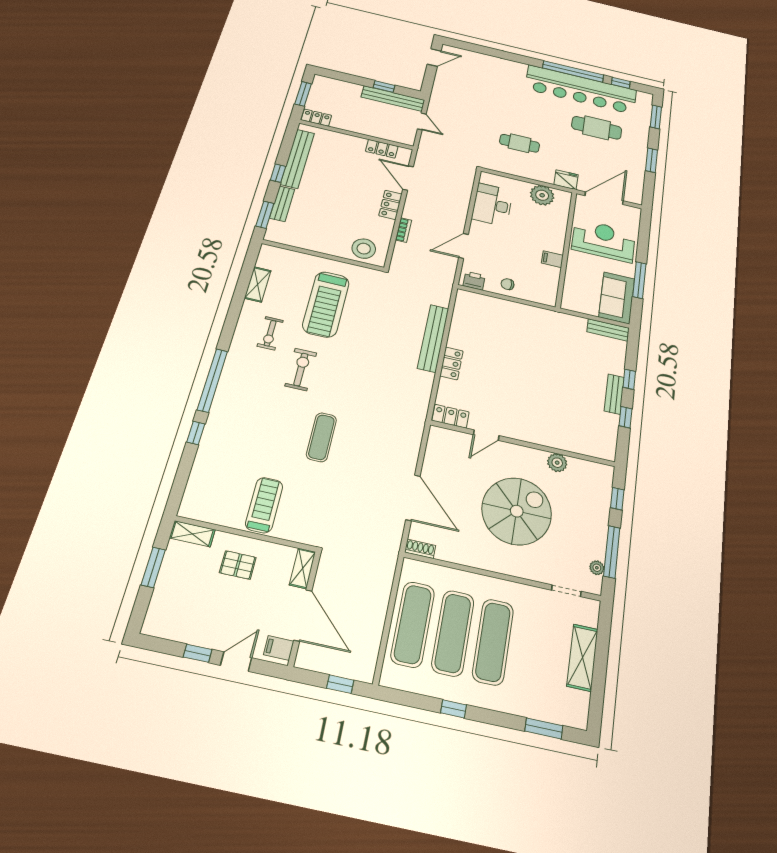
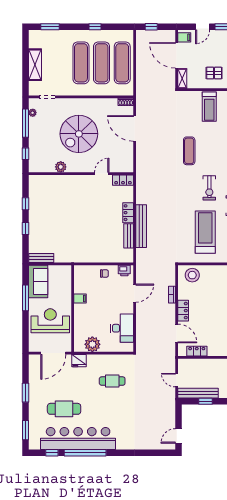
reception desk: (604, 241) -> (50, 321), turned 180
bench: (614, 394) -> (129, 236), moved

